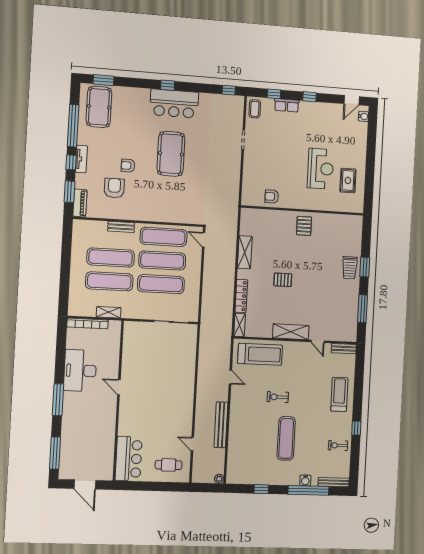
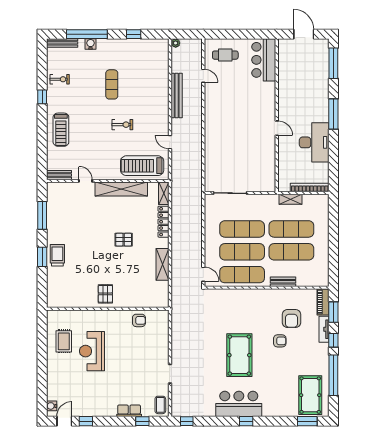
window: (310, 97) -> (86, 421), moved
tv unit: (81, 159) -> (324, 329), moved
shelving: (291, 332) -> (121, 189), width x1.47
exercise mat: (286, 438) -> (112, 84), width x0.73, depth x0.69

